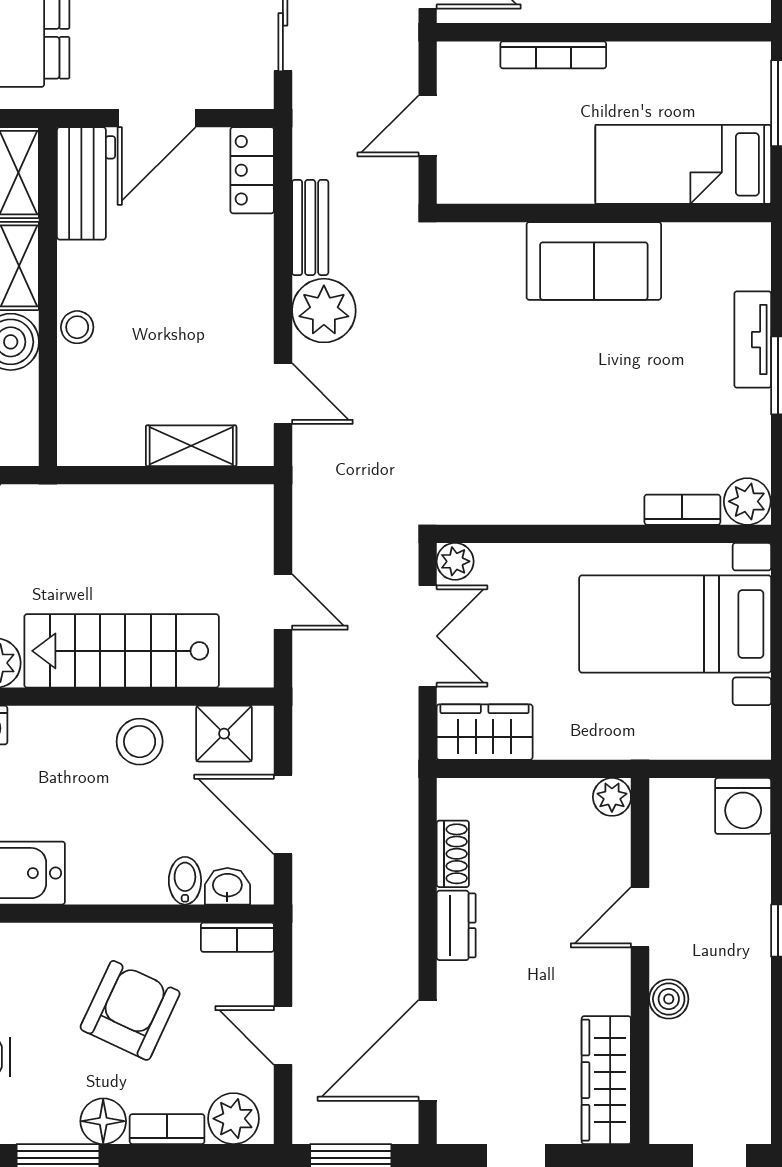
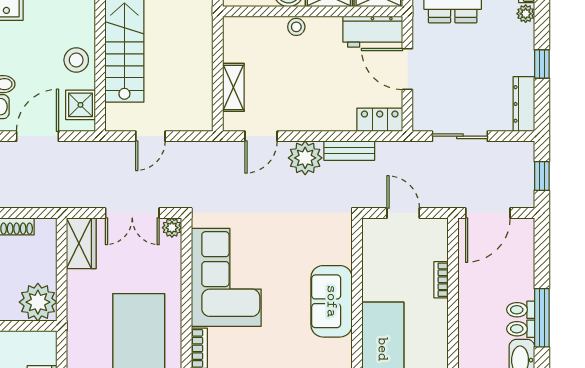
bookcase: (553, 55) -> (441, 280), width x0.64
corner sofa: (549, 459) -> (226, 277), added
plant: (612, 797) -> (38, 302), width x1.87, depth x1.87

